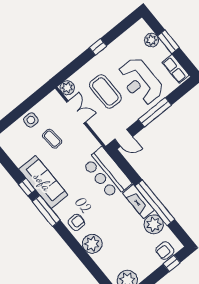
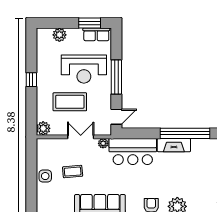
window: (168, 42) -> (90, 23), moved
double door: (76, 112) -> (81, 137), moved
plant: (154, 224) -> (103, 143), moved, width x0.53, depth x0.53

